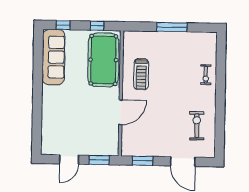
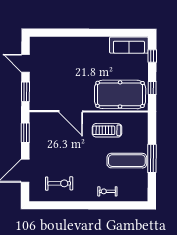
exercise mat: (174, 54) -> (127, 161), added
sofa: (53, 57) -> (129, 45), width x0.74, depth x0.79

